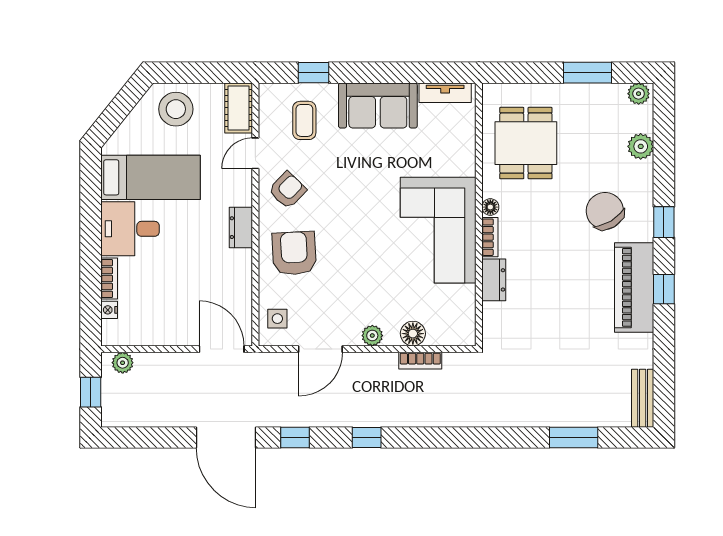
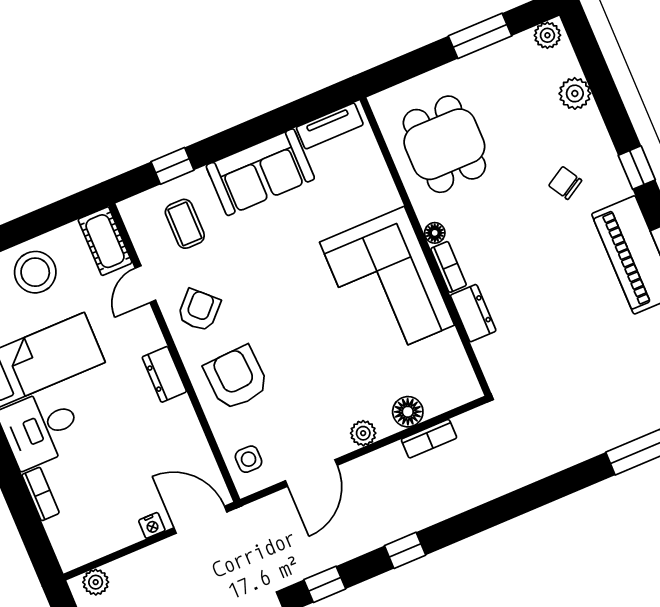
chair: (605, 211) -> (565, 183), width x0.54, depth x0.54
nightstand: (109, 310) -> (152, 525), moved, turned -90

